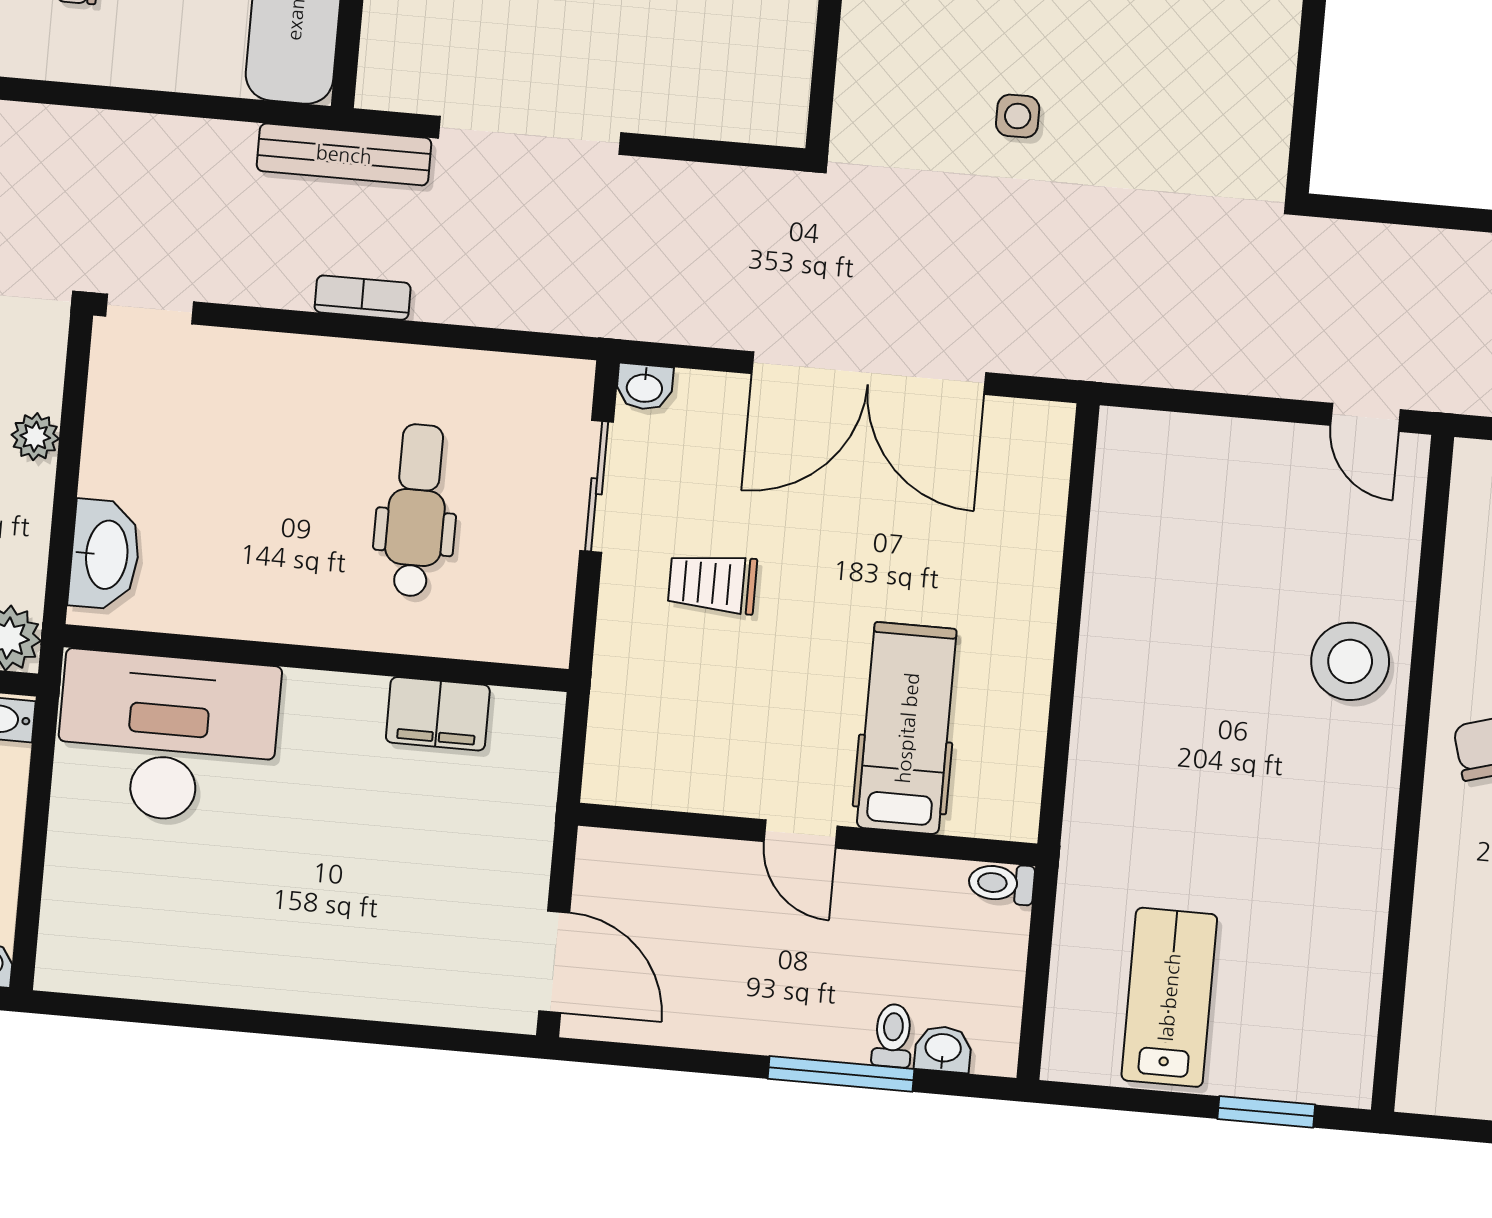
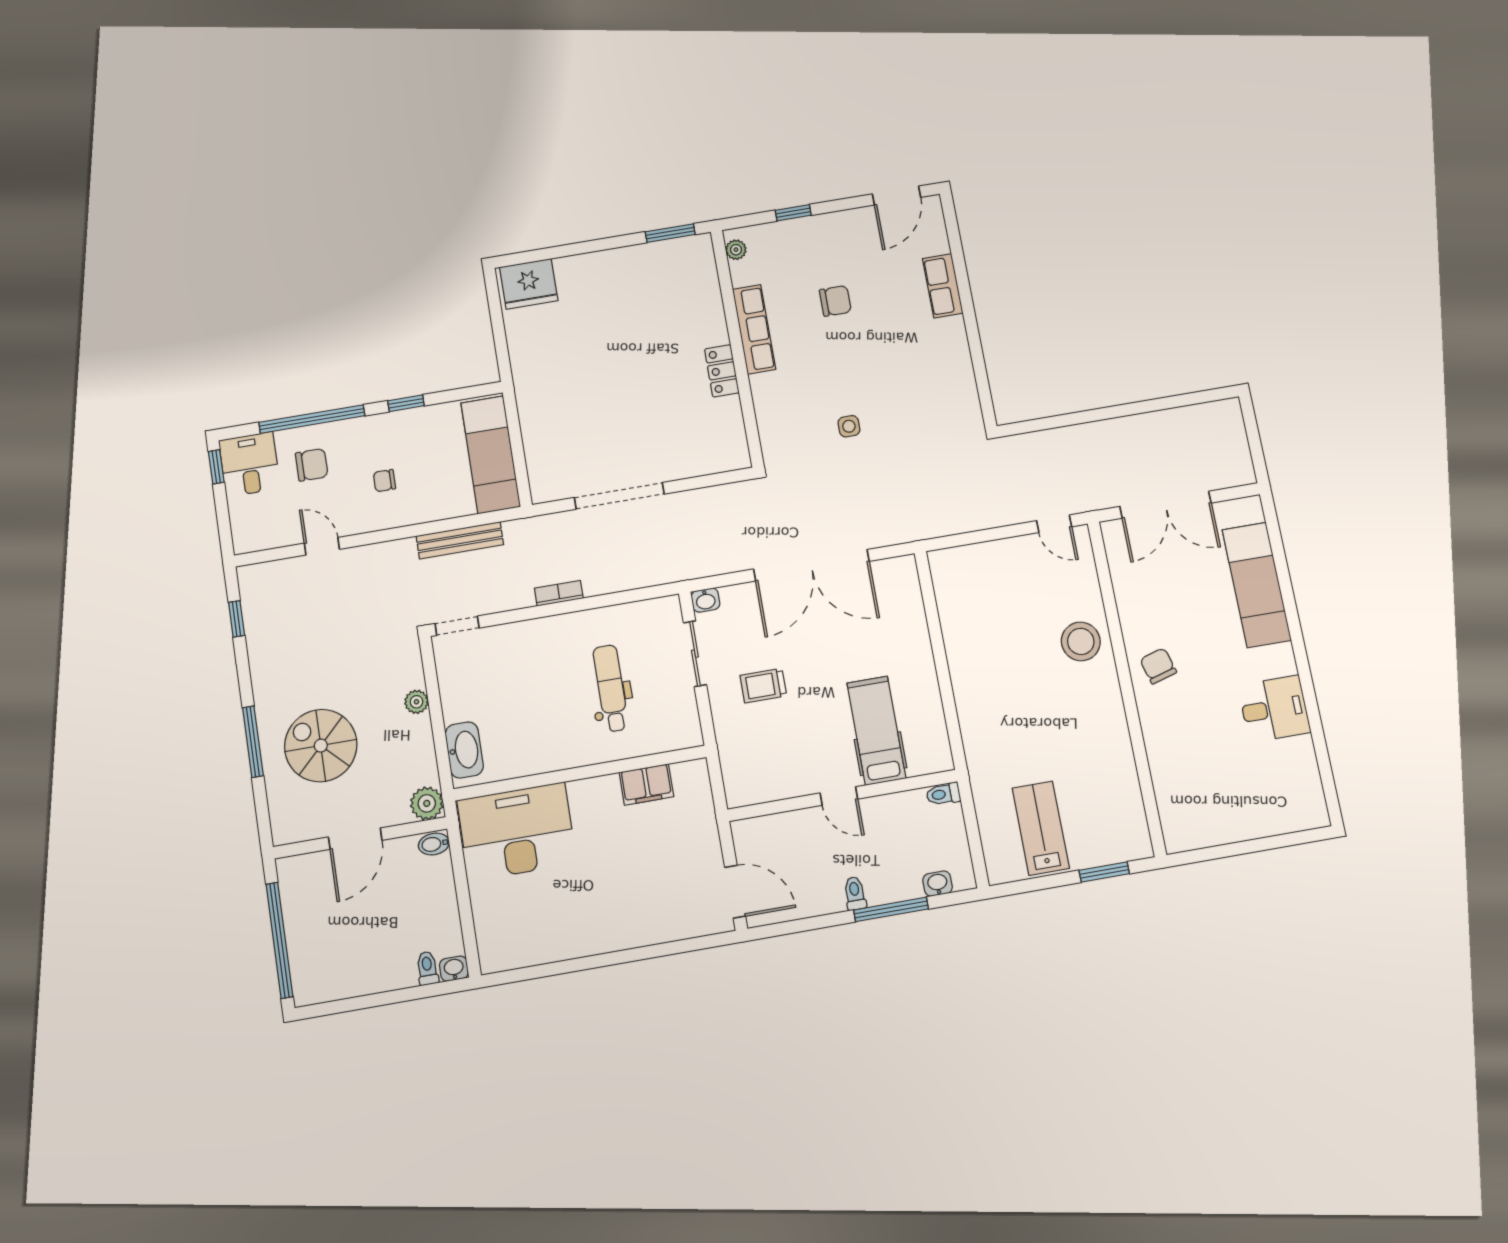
bench: (344, 154) -> (460, 540), moved
toilet: (893, 1035) -> (855, 893), moved

